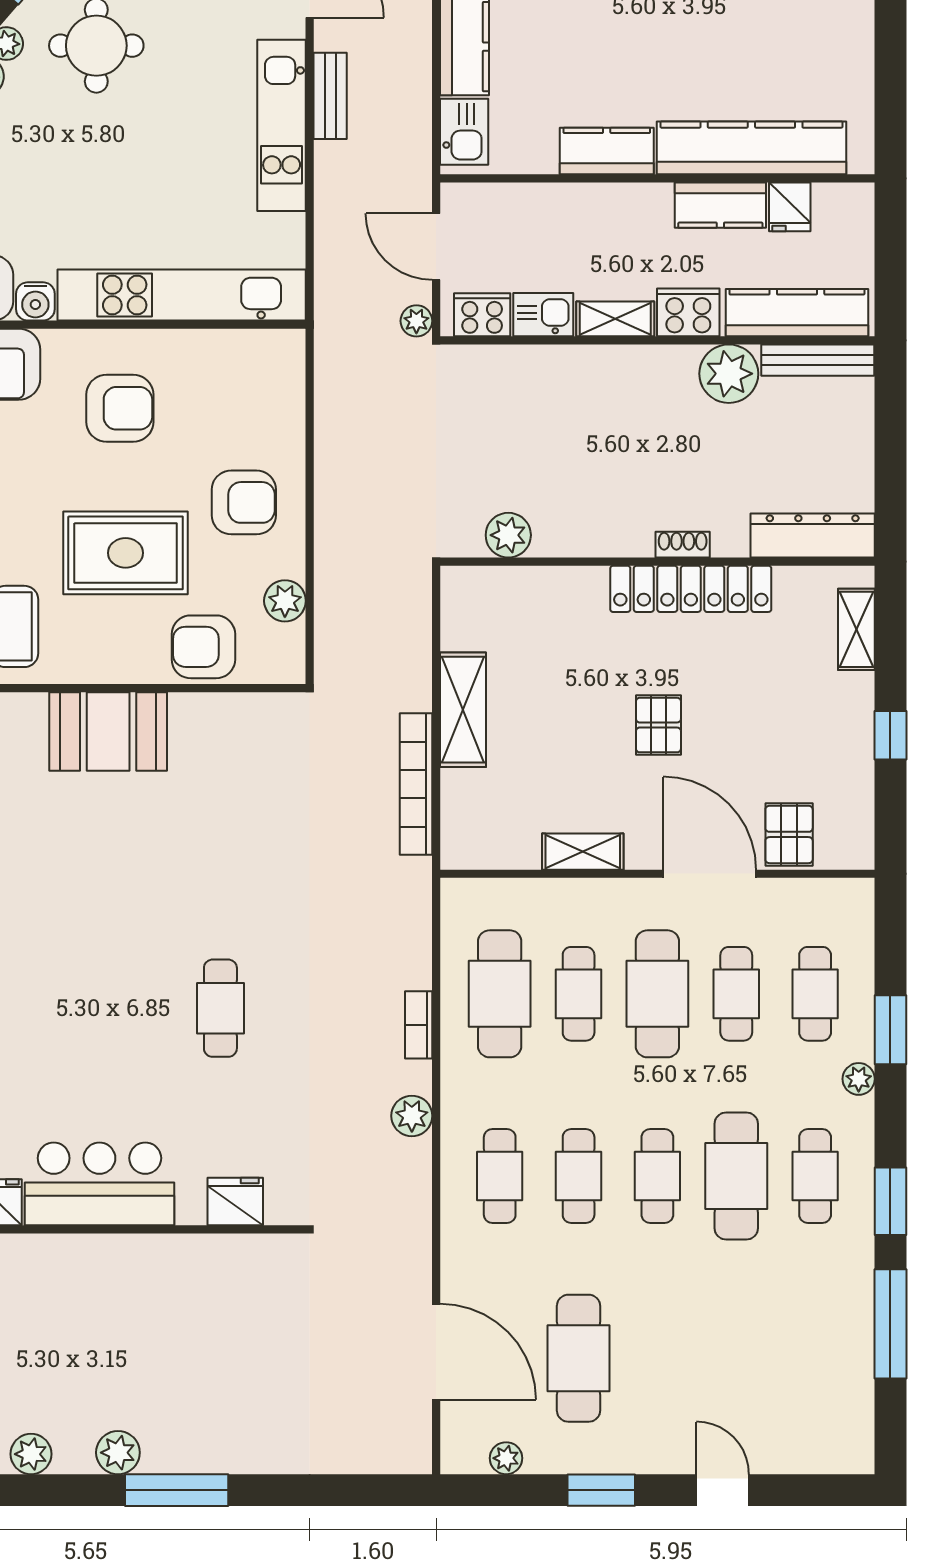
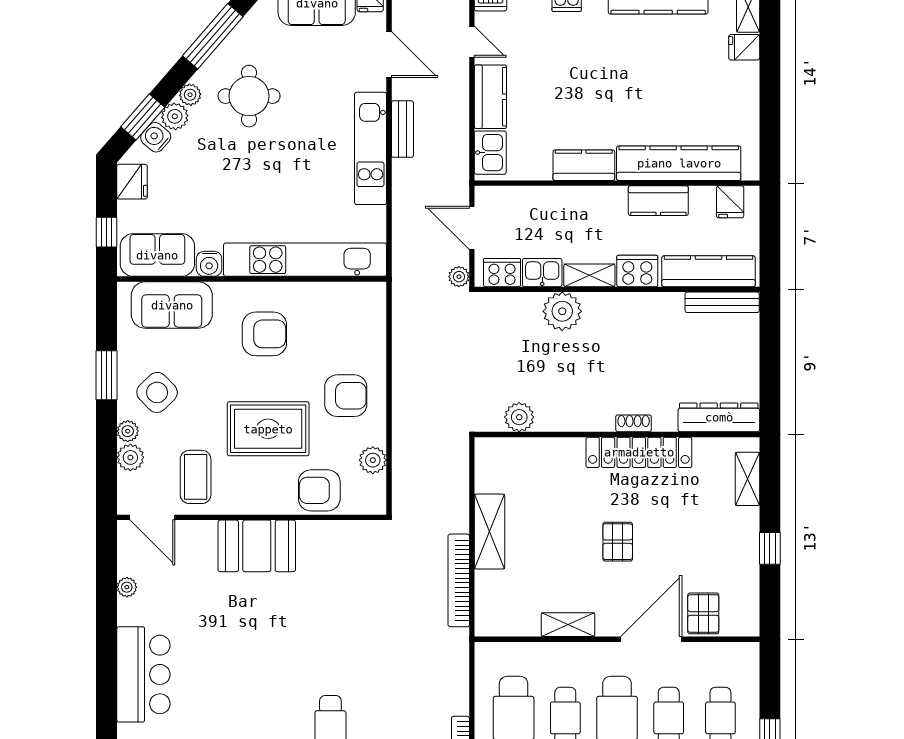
fridge: (790, 207) -> (730, 202), moved
plant: (729, 374) -> (562, 311), moved
door: (710, 874) -> (651, 639), hinge flipped

